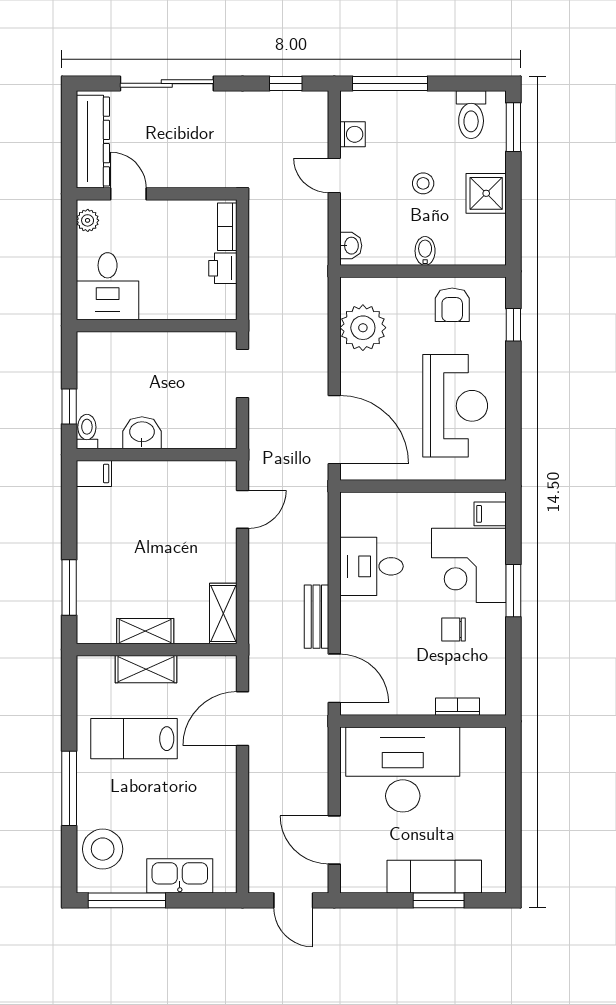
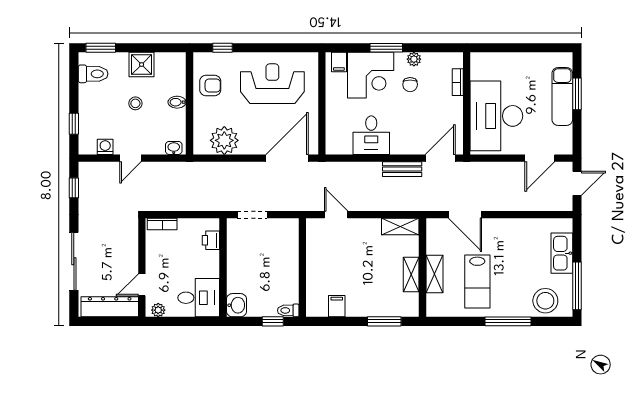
window: (390, 83) -> (74, 124), width x0.46
printer: (223, 268) -> (211, 240), moved, turned 90
washbasin: (142, 433) -> (237, 305), moved, turned 180
filing cabinet: (94, 474) -> (337, 306), moved
plant: (495, 636) -> (414, 59), added

